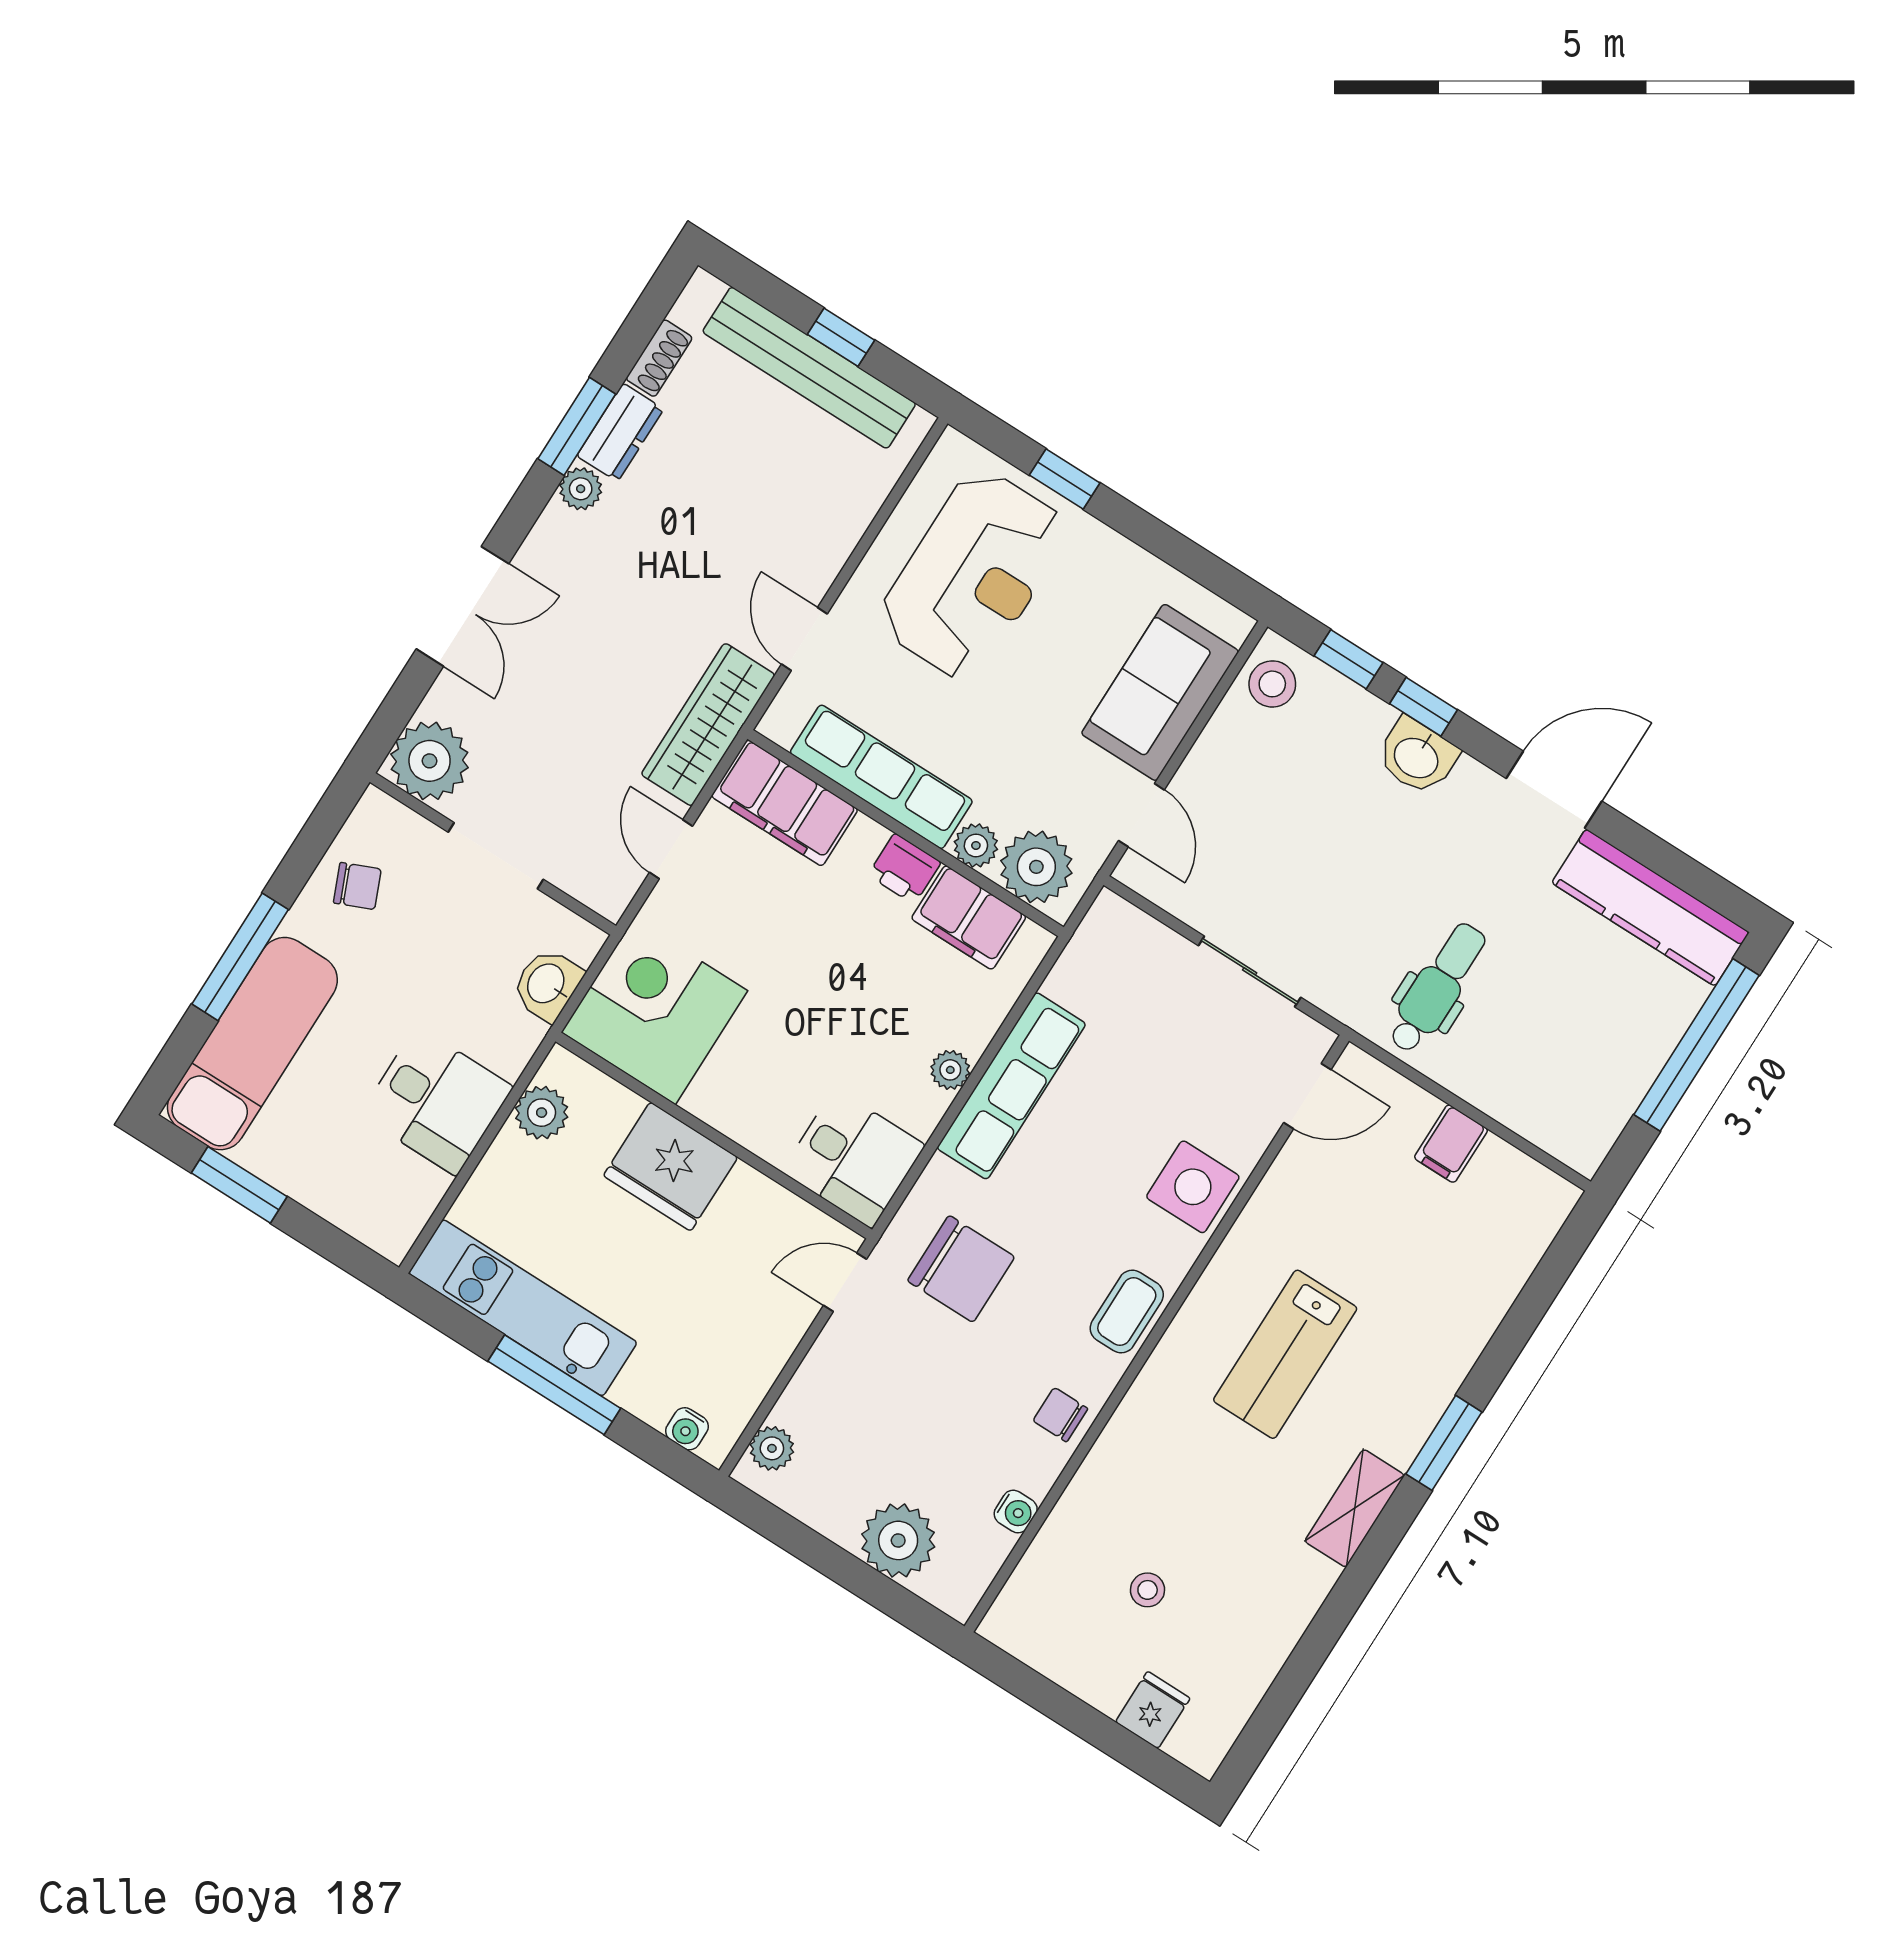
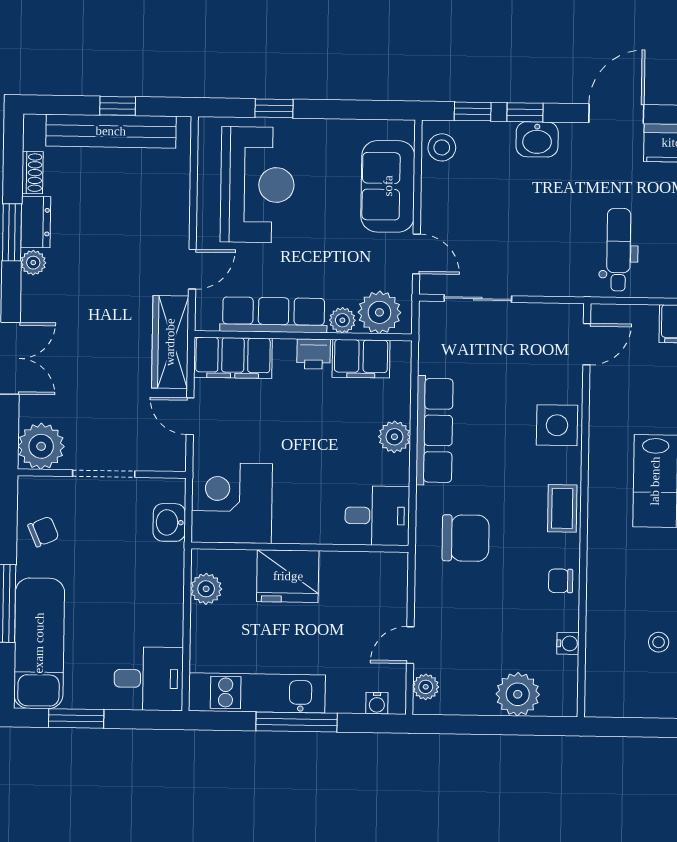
door: (804, 639) -> (192, 269), swing flipped
sliding door: (1250, 971) -> (478, 299), moved
plant: (950, 1070) -> (394, 437), width x1.38, depth x1.38
desk: (436, 1101) -> (149, 679), moved
door: (845, 1282) -> (410, 645), moved

